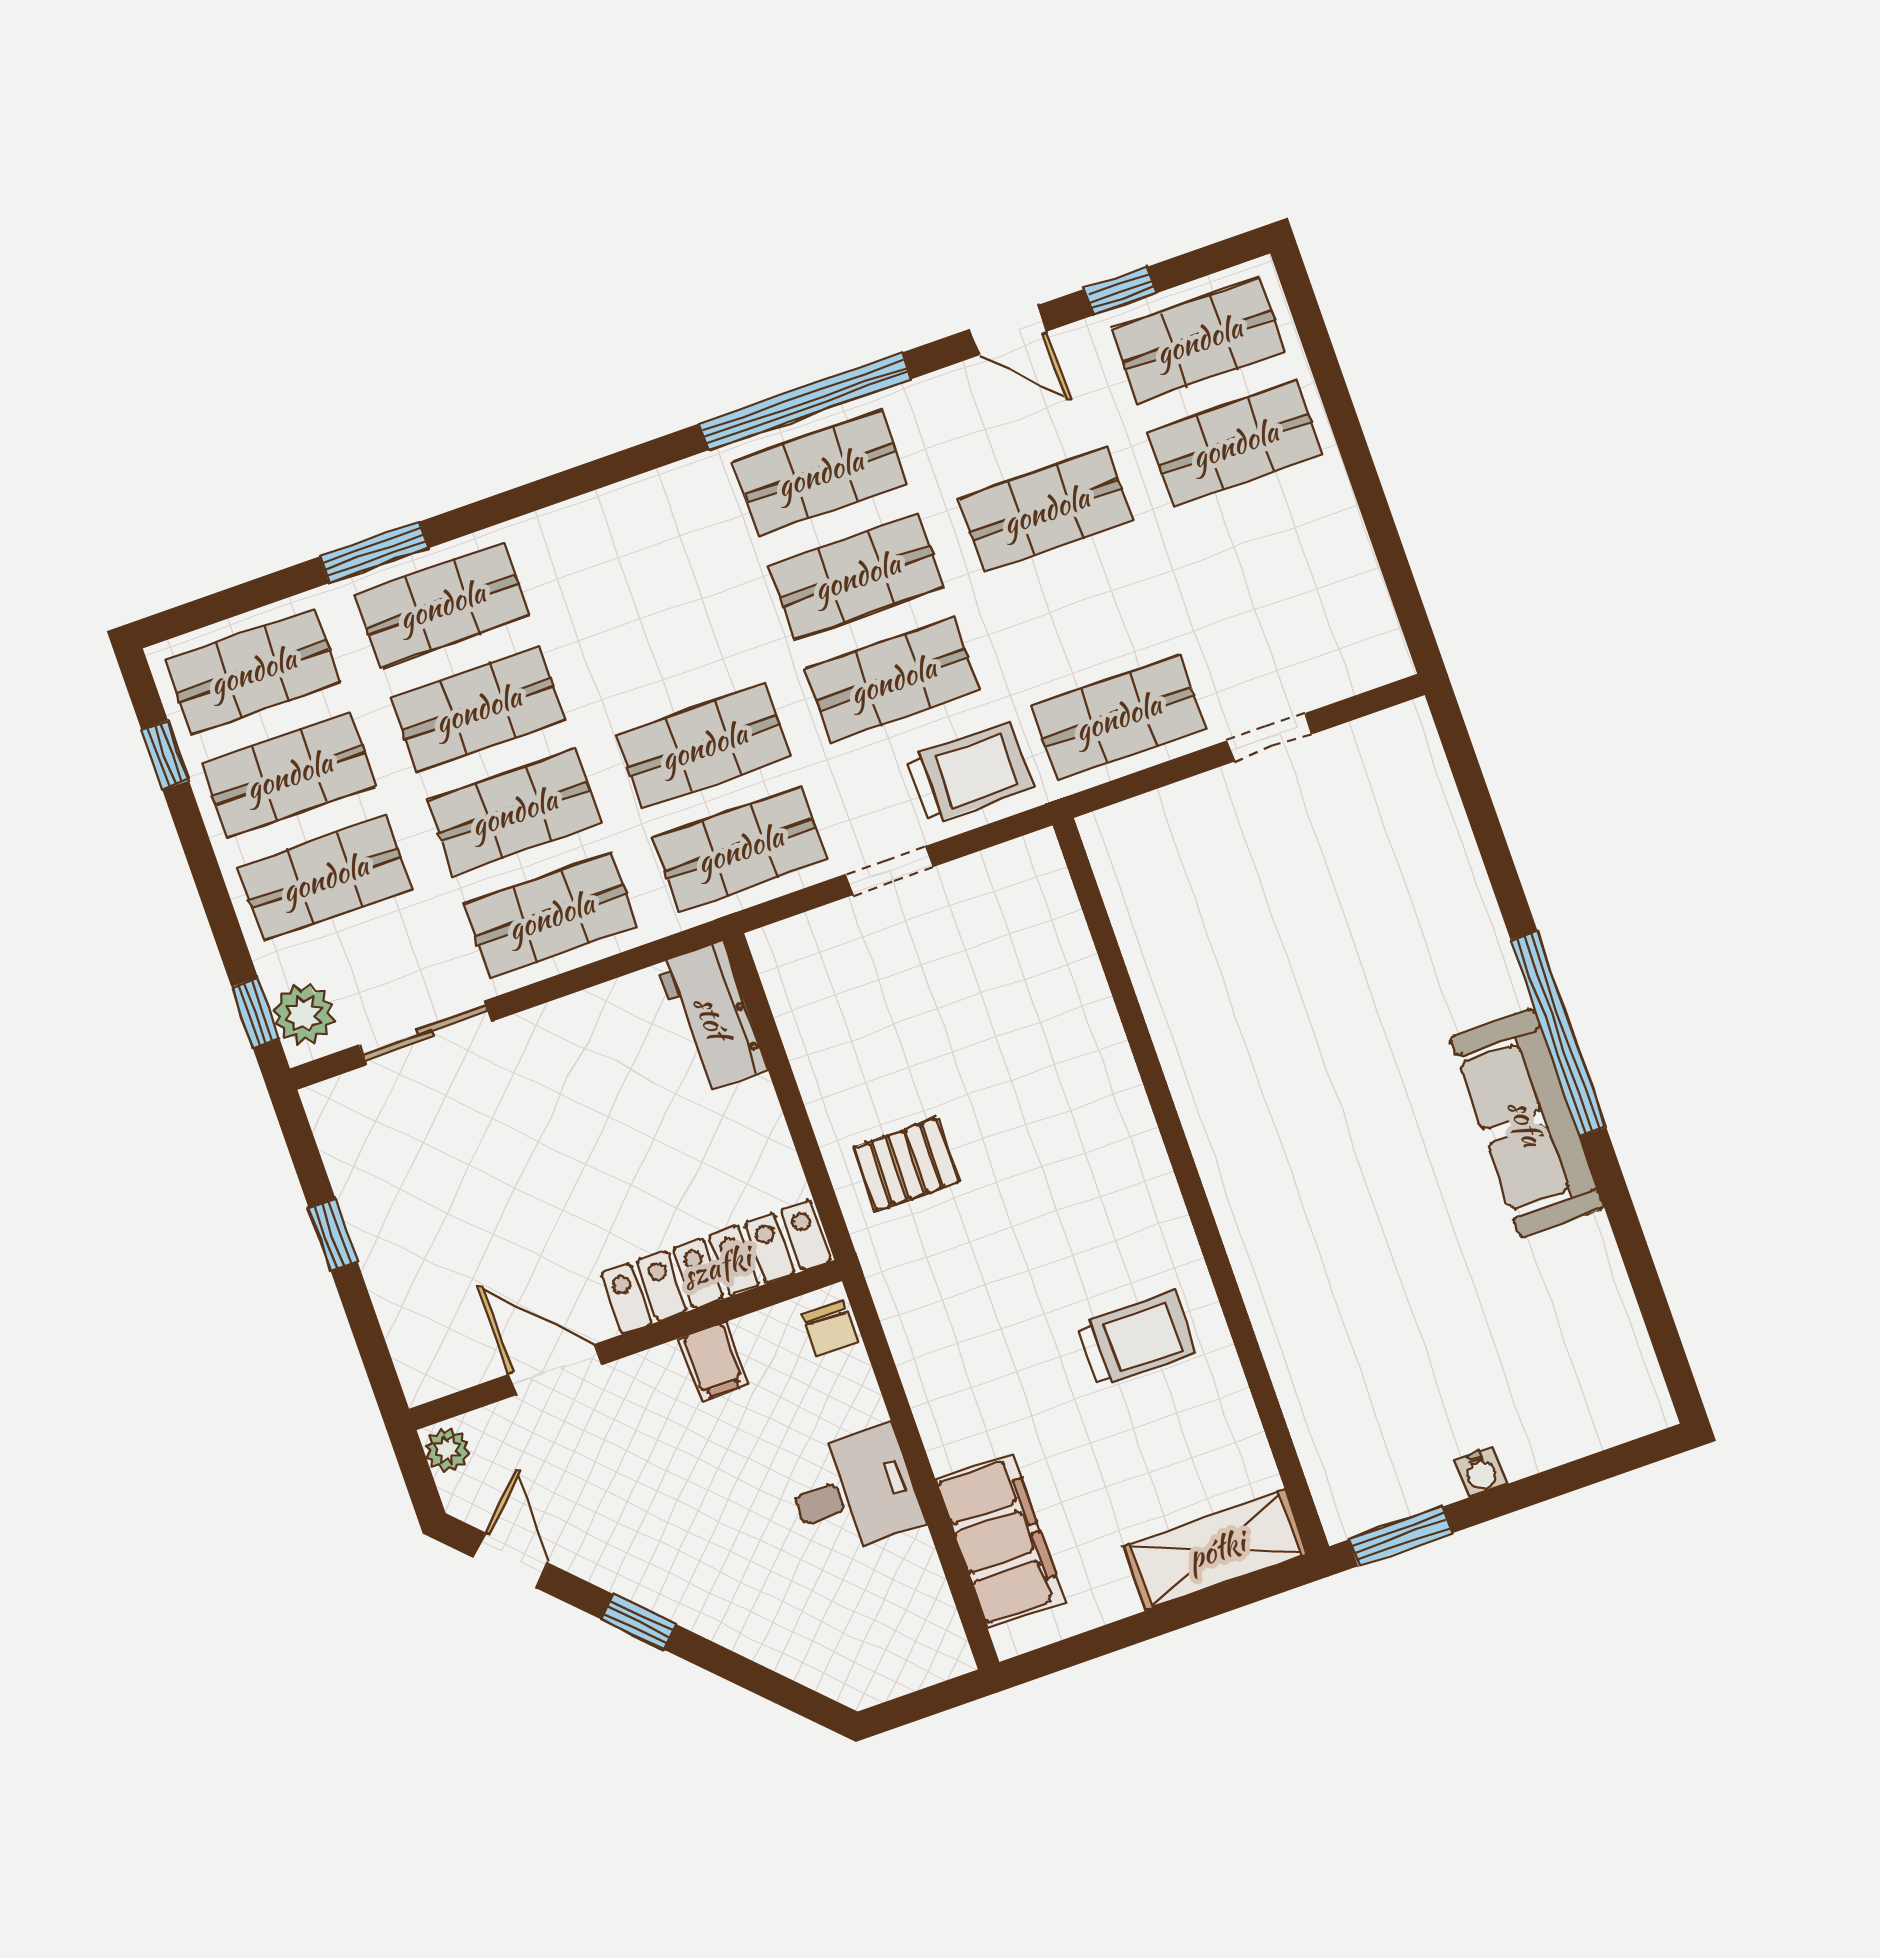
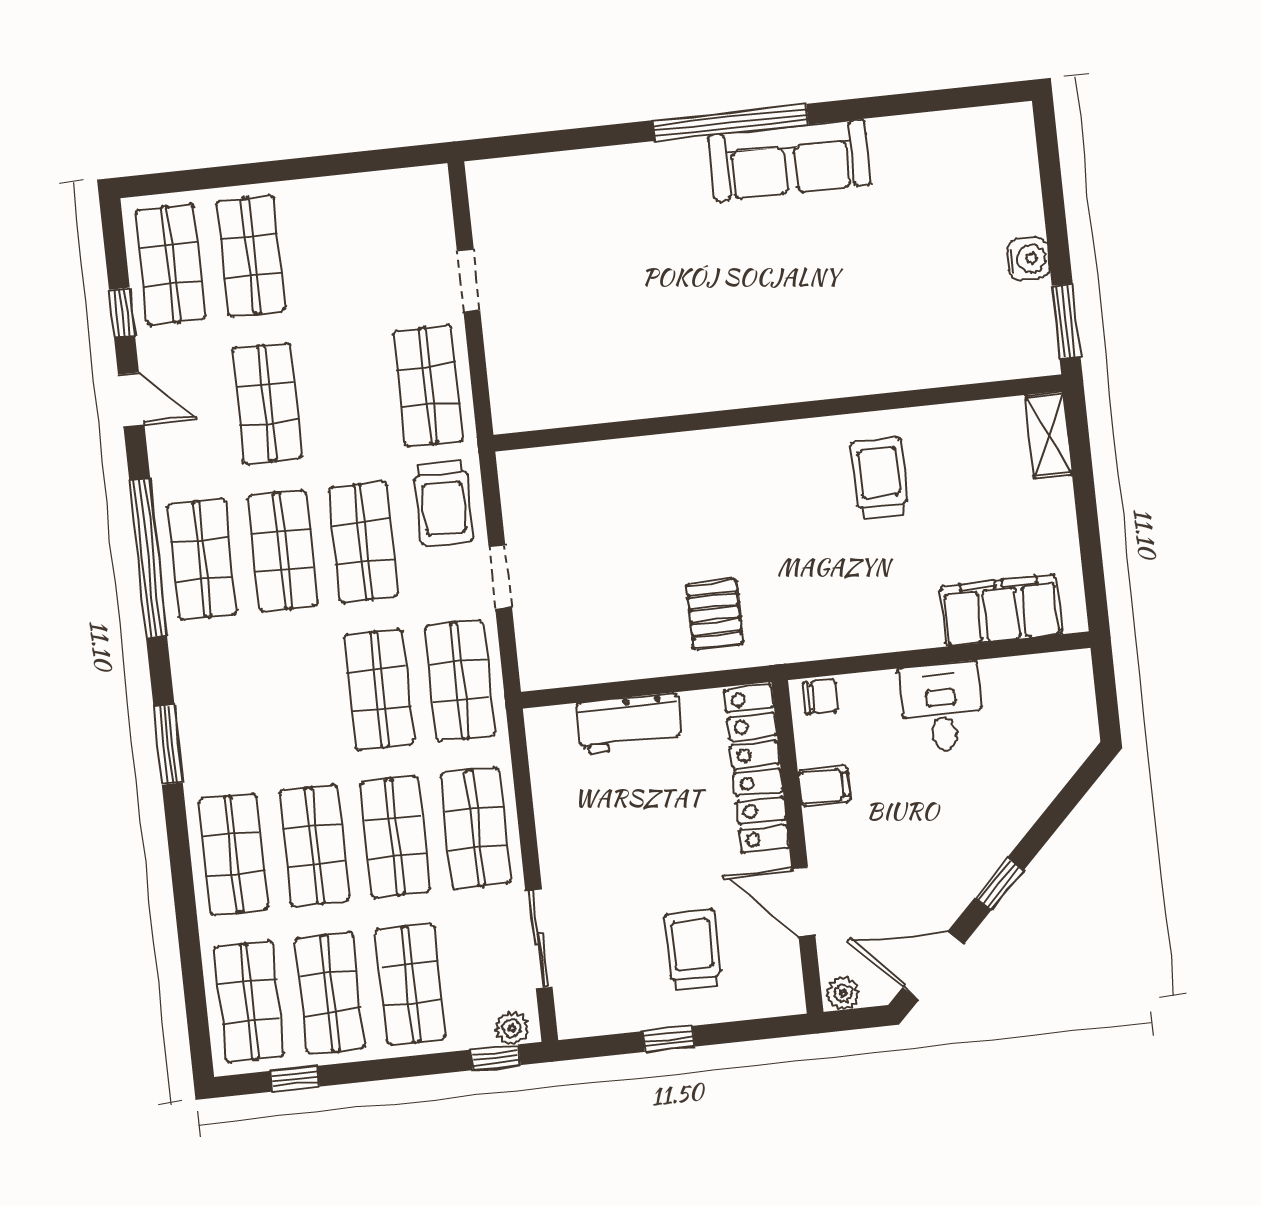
door: (1008, 330) -> (131, 400), hinge flipped
window: (374, 552) -> (168, 745), moved
trolley: (969, 773) -> (444, 503), turned 180
plant: (304, 1014) -> (512, 1028), width x0.73, depth x0.73
workbench: (712, 1017) -> (629, 723), moved
trolley: (458, 1239) -> (693, 950), added
door: (555, 1370) -> (803, 901), hinge flipped
water cooler: (1481, 1472) -> (1028, 259), width x1.38, depth x1.38
shelving: (1216, 1550) -> (1049, 435), width x0.67, depth x0.75
door: (511, 1560) -> (933, 966), width x1.37

